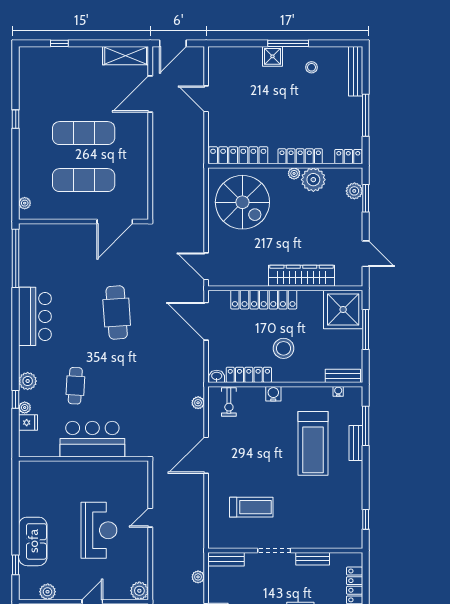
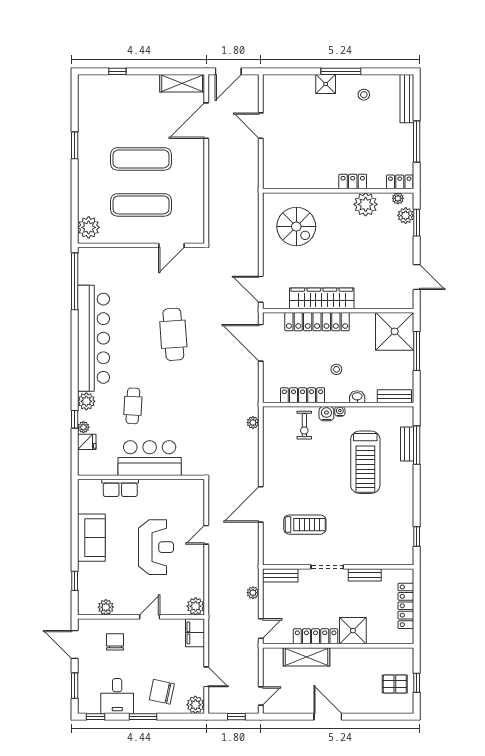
window: (16, 119) -> (75, 145), width x1.50
locker: (238, 155) -> (292, 181), removed
locker: (300, 156) -> (353, 182), width x0.66
plant: (294, 173) -> (398, 198), moved
spiral stairs: (242, 202) -> (296, 227), width x0.73, depth x0.73
plant: (25, 203) -> (89, 227), width x1.88, depth x1.88
door: (115, 222) -> (171, 245), width x0.73
wardrobe: (302, 276) -> (322, 298), moved
bar counter: (35, 316) -> (93, 338), width x1.86
stool: (284, 348) -> (336, 369), width x0.53, depth x0.53
washbasin: (217, 376) -> (357, 397), moved
water cooler: (338, 391) -> (340, 411), moved
exercise bike: (229, 402) -> (304, 425), moved
bench: (356, 443) -> (407, 444), moved
door: (206, 455) -> (261, 504), moved
row of seats: (62, 470) -> (120, 488), added
sofa: (33, 541) -> (91, 538), moved

